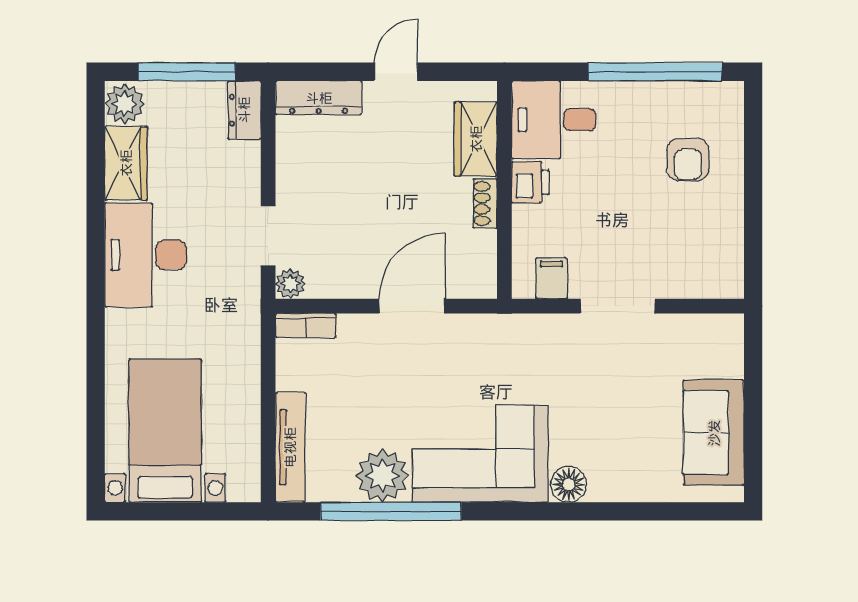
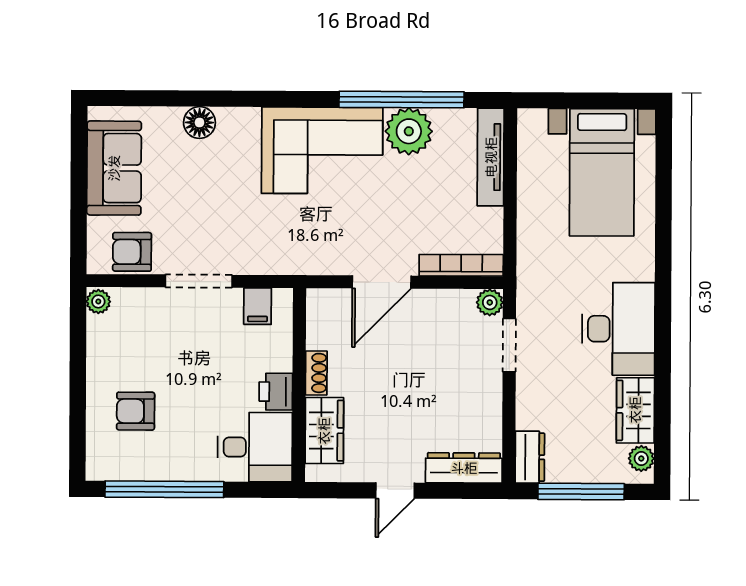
plant: (125, 104) -> (641, 459), width x0.73, depth x0.73
armchair: (688, 160) -> (136, 411), turned -90
plant: (730, 283) -> (98, 301), added
bookcase: (306, 325) -> (461, 265), width x1.56
armchair: (693, 339) -> (132, 252), added
floor lamp: (569, 484) -> (199, 123), moved

